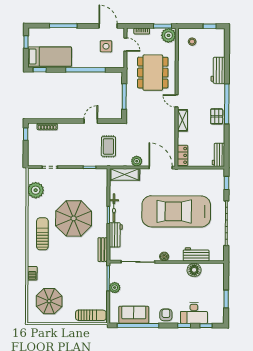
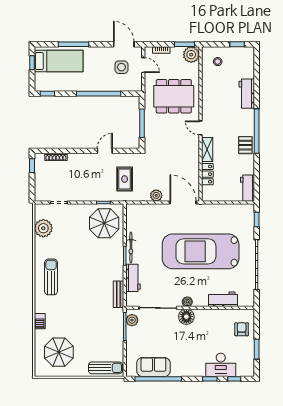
bed: (50, 57) -> (59, 61), moved
dining table: (153, 73) -> (174, 96), turned 90
locker: (183, 155) -> (207, 174), moved
shelving: (125, 174) -> (143, 210), removed
parasol: (74, 218) -> (104, 223), moved, width x0.73, depth x0.73
floor lamp: (194, 270) -> (186, 317), moved
plant: (115, 288) -> (132, 320), moved
armchair: (166, 315) -> (242, 329), moved

